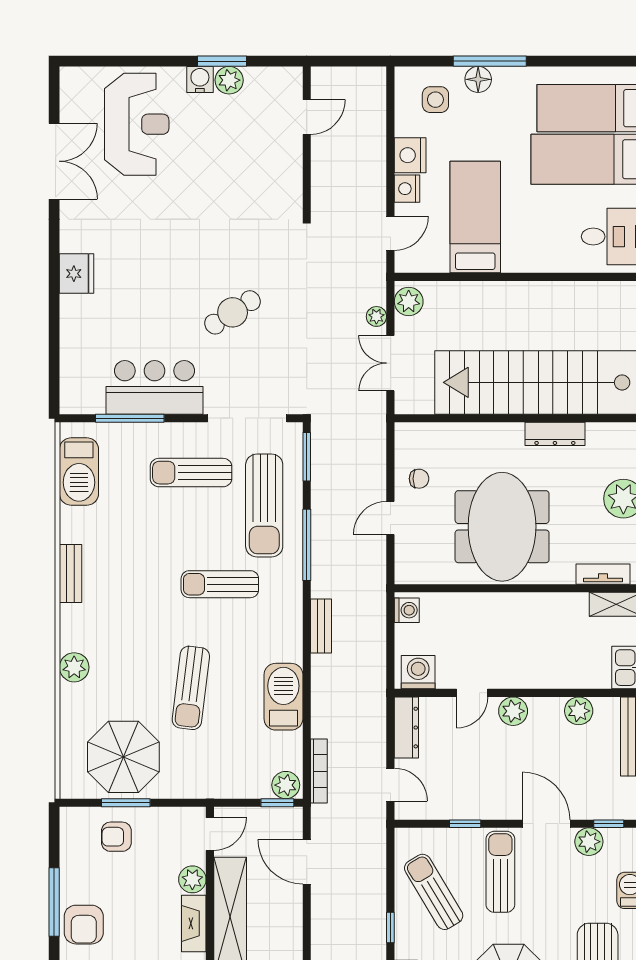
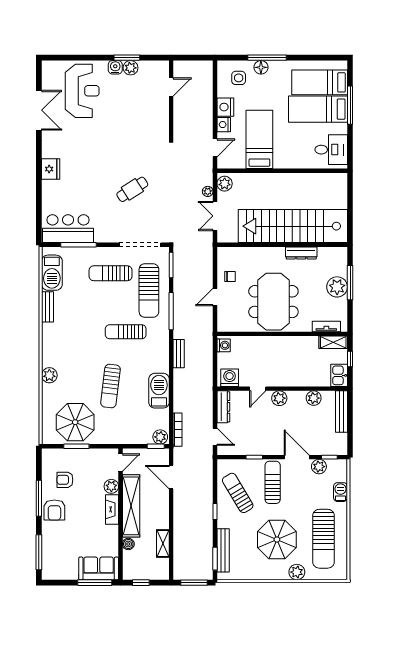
bar counter: (155, 387) -> (68, 229), moved
bench: (71, 574) -> (47, 307), moved
armchair: (116, 837) -> (65, 480), moved

